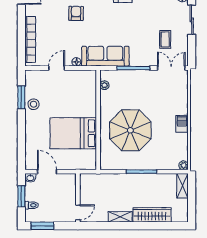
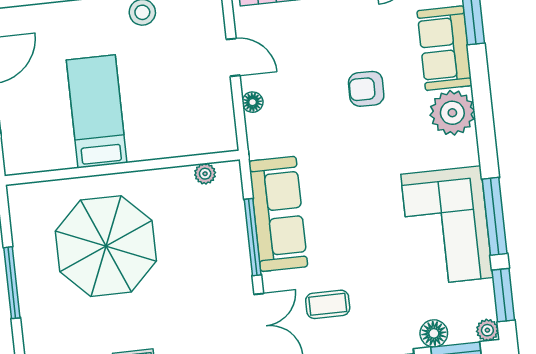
armchair: (76, 13) -> (366, 89), turned 180
sofa: (105, 56) -> (278, 214), moved
bed: (73, 133) -> (97, 111), width x0.67

